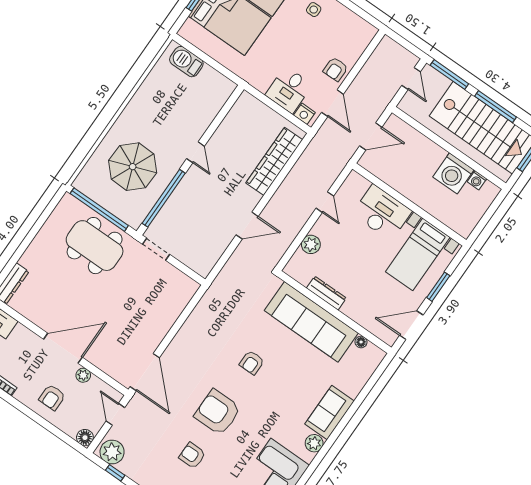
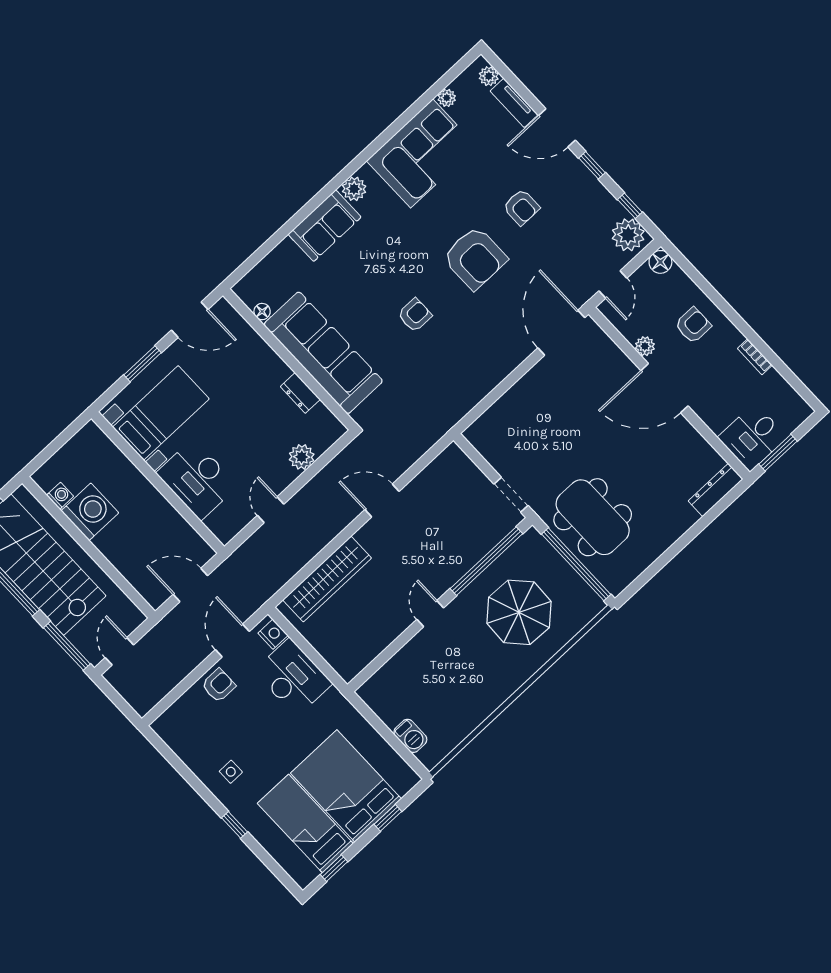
barbecue: (186, 62) -> (410, 736), width x0.73, depth x0.79
desk: (289, 90) -> (293, 677), width x1.37
dresser: (326, 293) -> (300, 393), width x0.70

